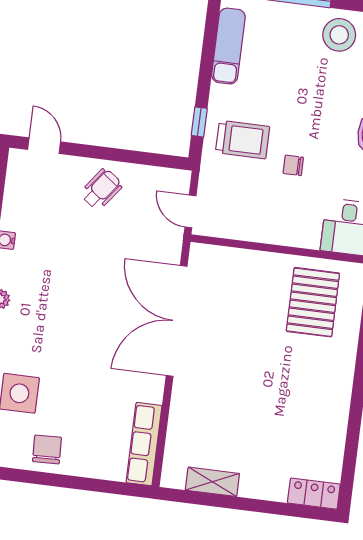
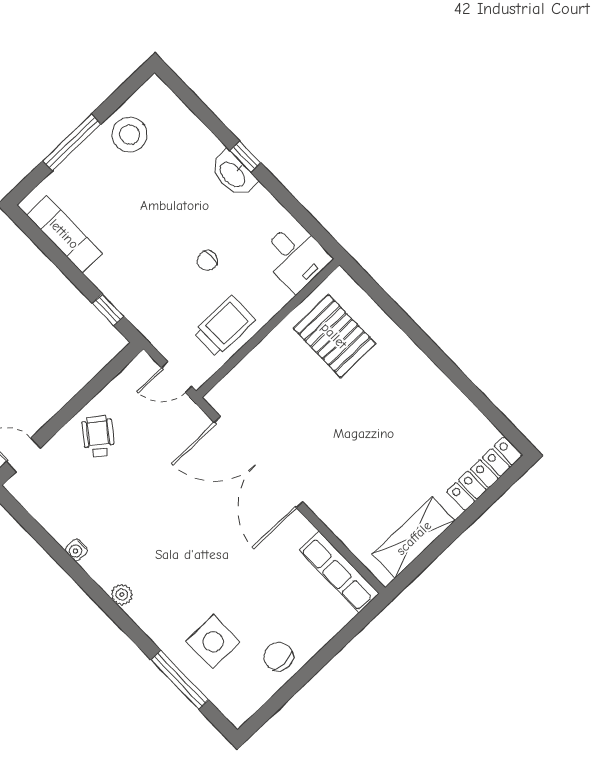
trolley: (242, 140) -> (224, 326), moved
shelving: (212, 482) -> (414, 538), width x1.50, depth x1.33
locker: (314, 494) -> (484, 474), width x1.53

